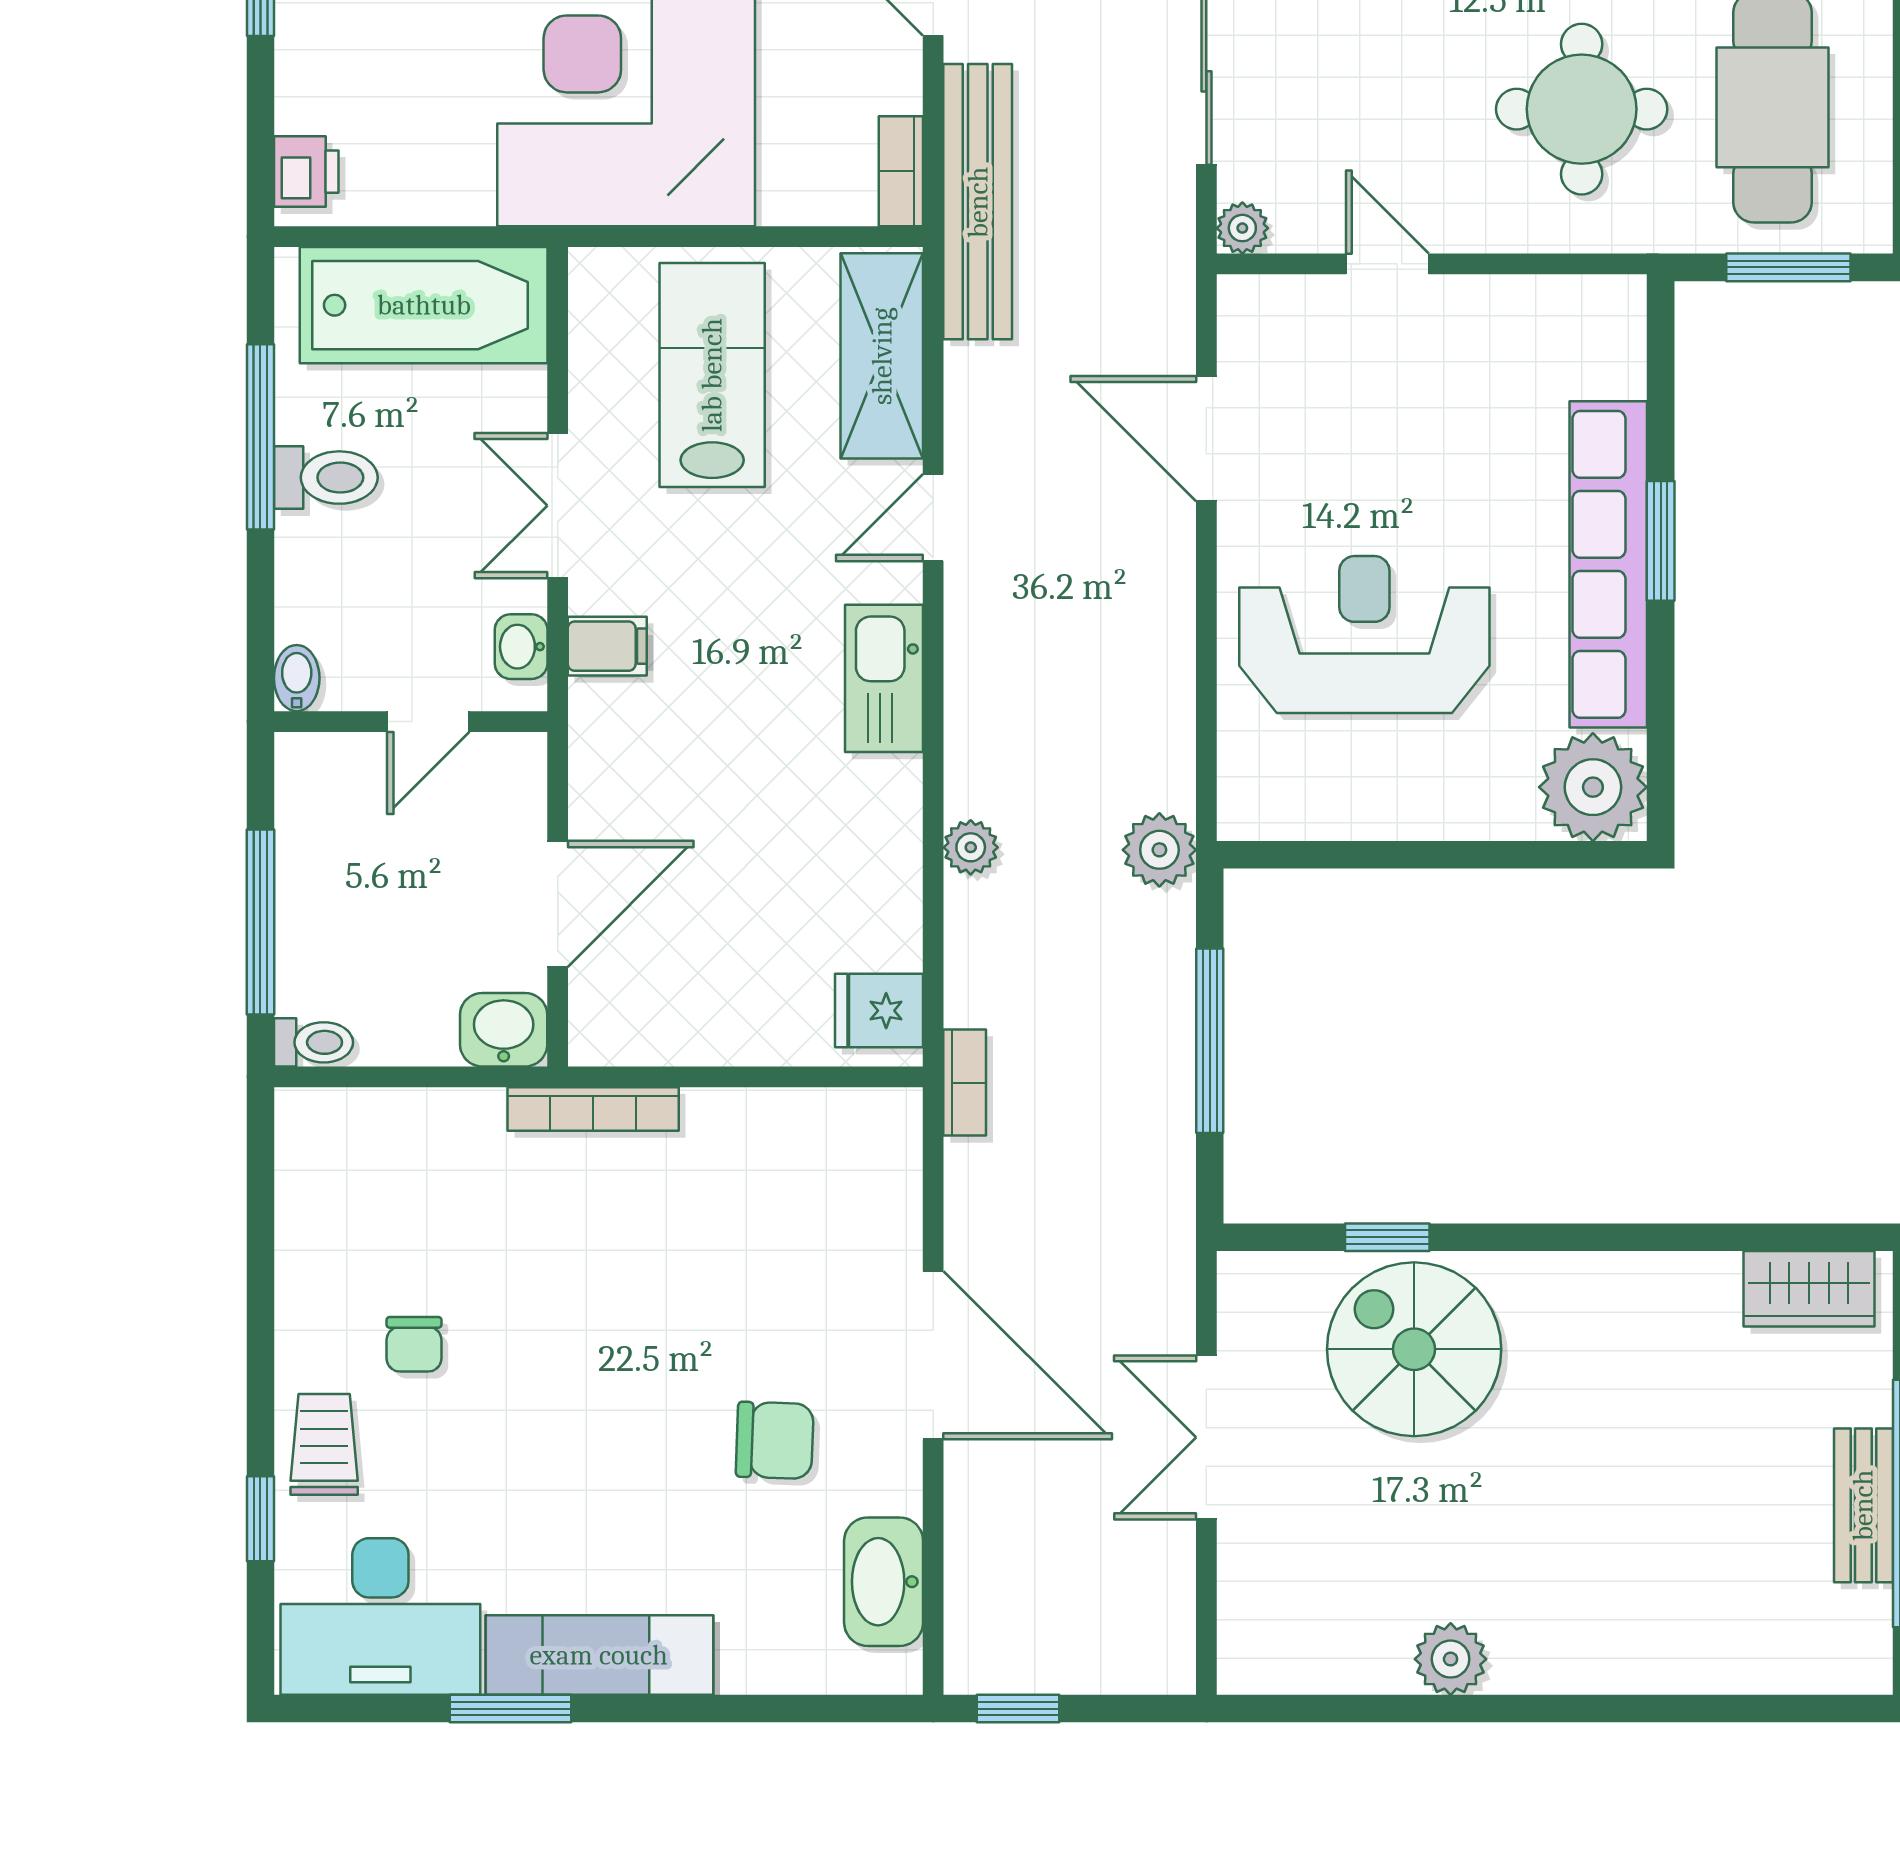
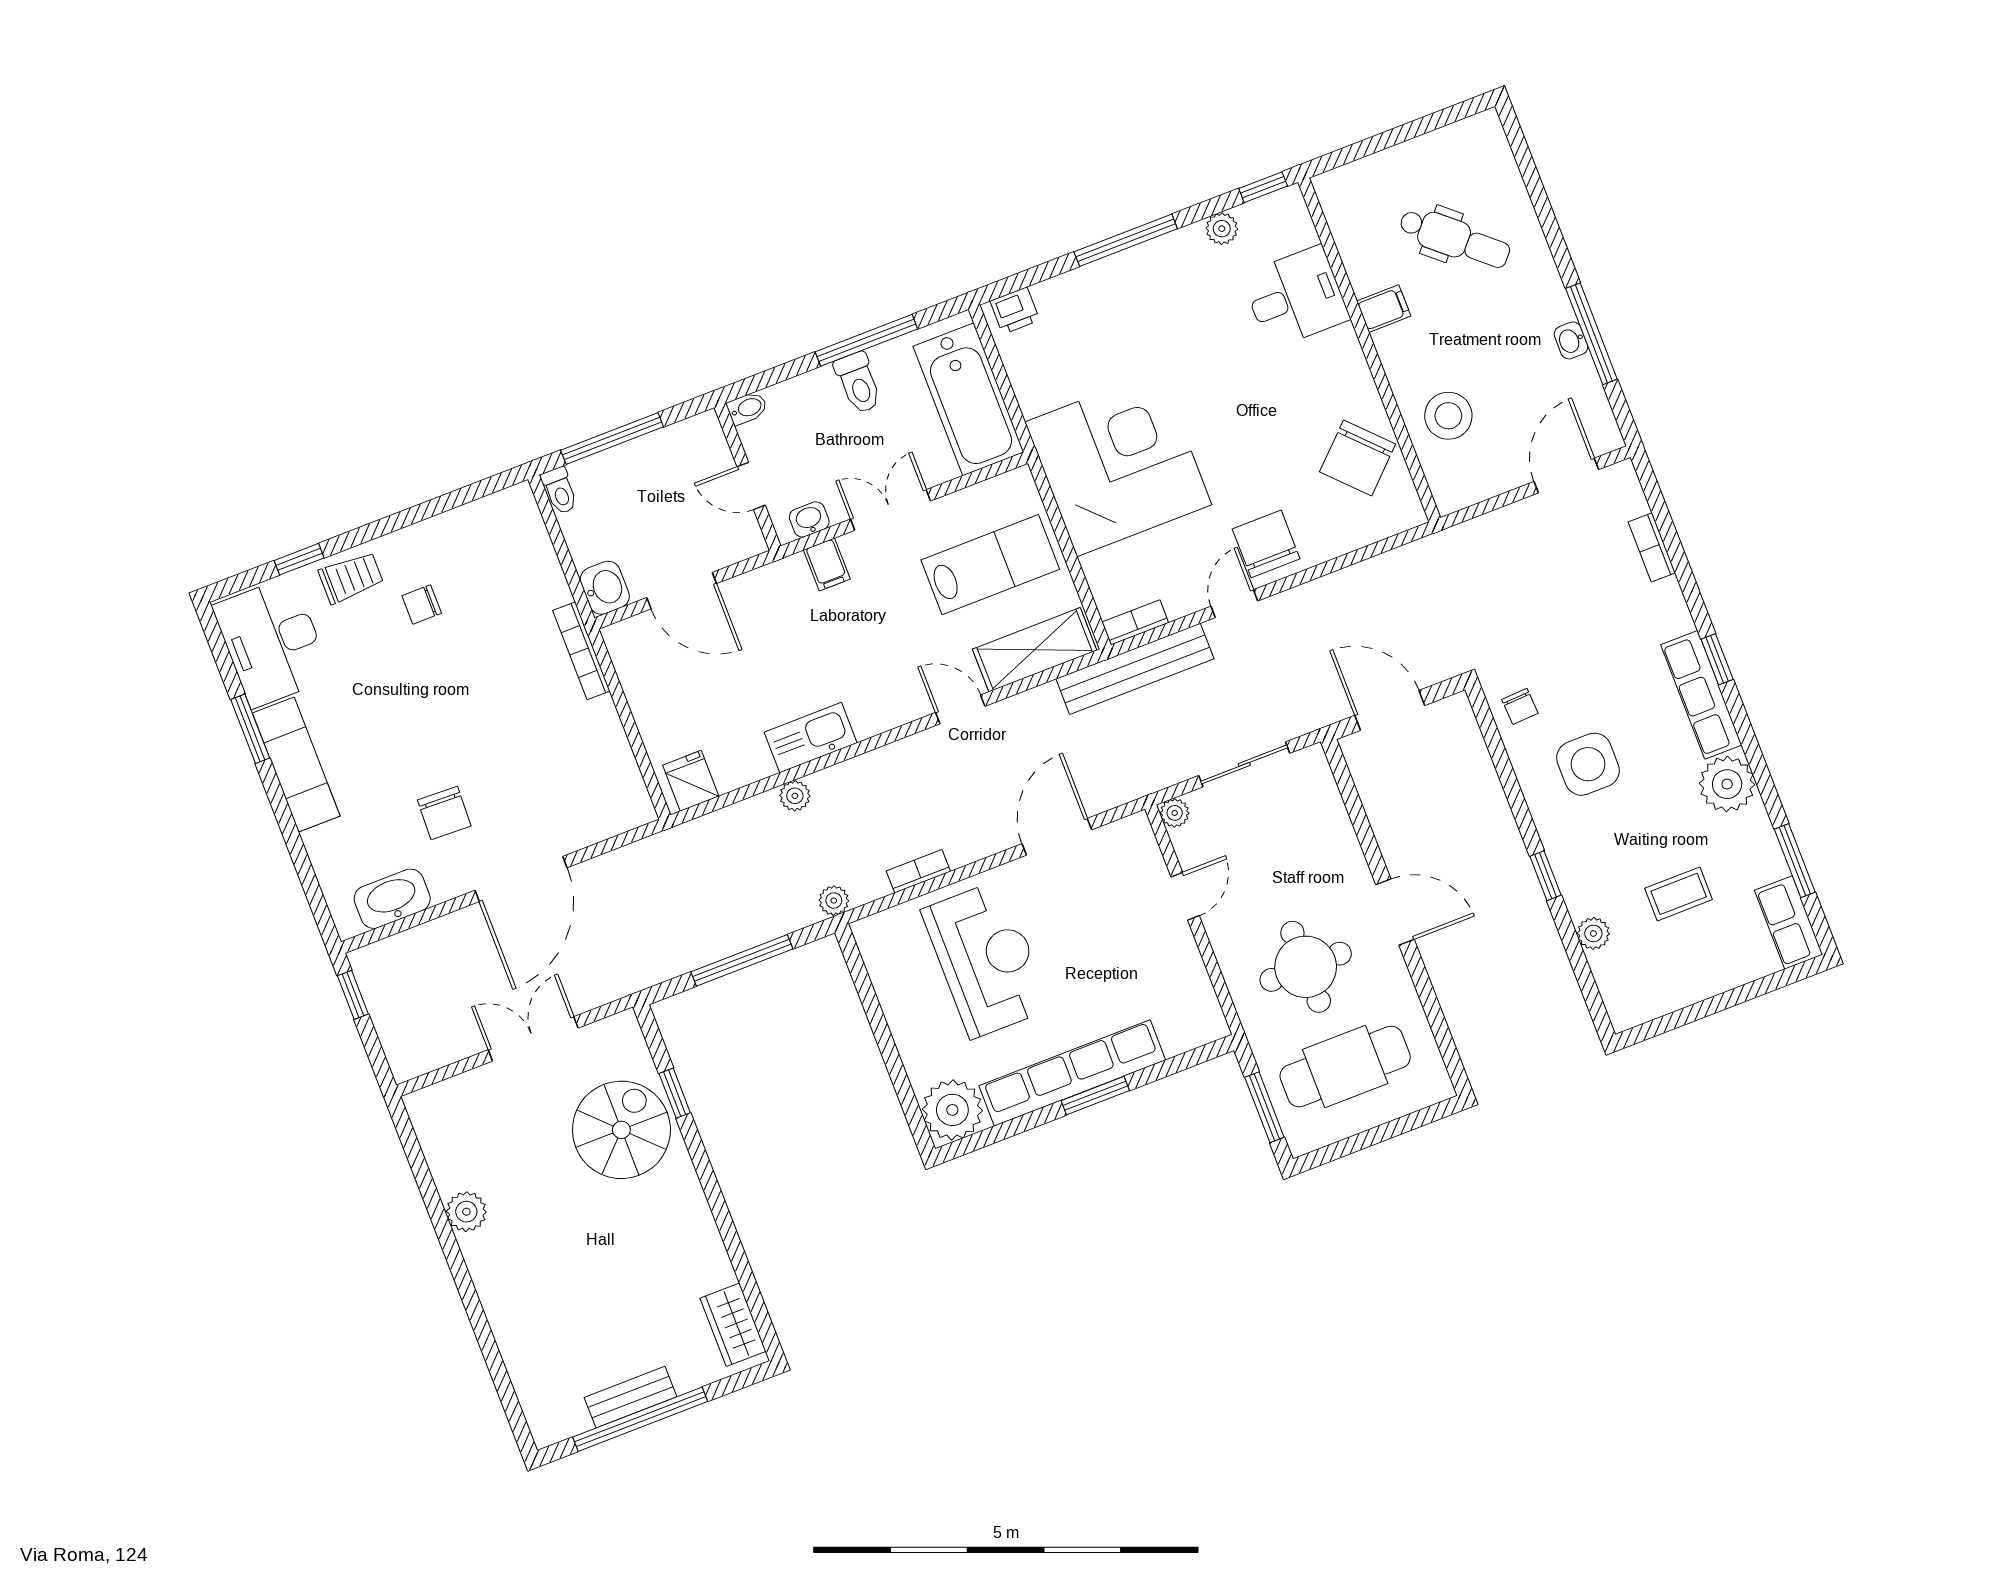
kitchen sink: (884, 678) -> (811, 738), moved
plant: (1159, 850) -> (834, 901), width x0.73, depth x0.73
bookcase: (965, 1083) -> (918, 871), moved, turned 180

